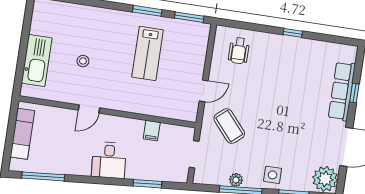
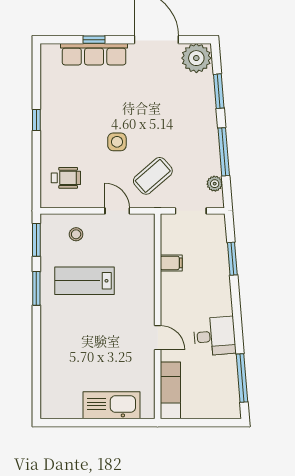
lab bench: (148, 53) -> (85, 281), turned 180
stool: (83, 61) -> (76, 234), moved
exam couch: (22, 134) -> (170, 390), moved, turned 90
desk: (109, 160) -> (215, 336), moved
side table: (273, 175) -> (117, 142), moved
plant: (236, 180) -> (215, 184), moved

